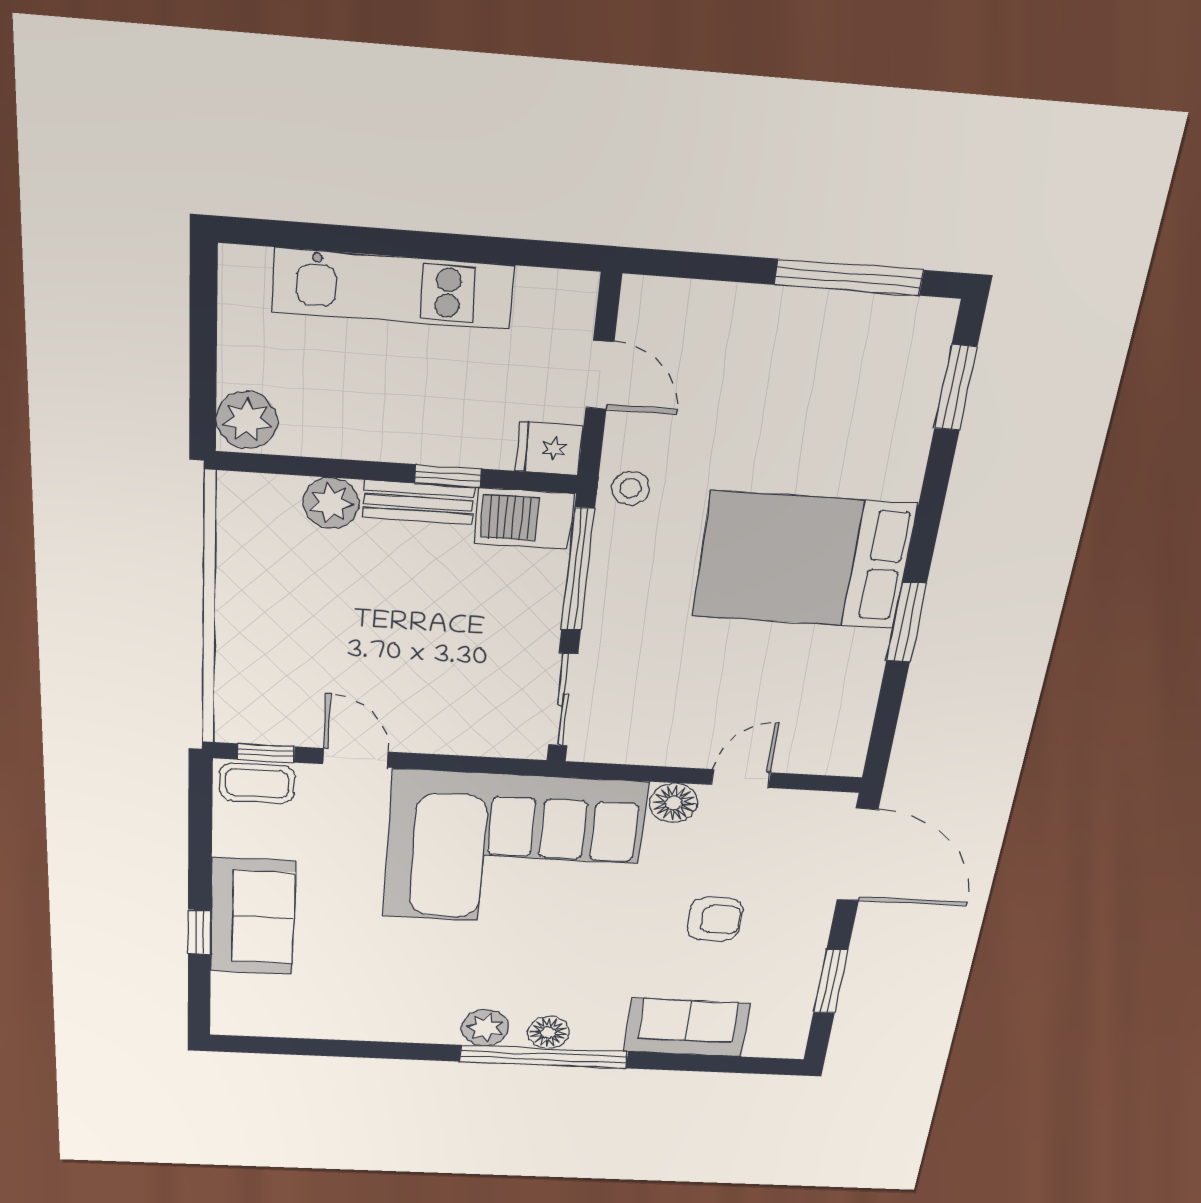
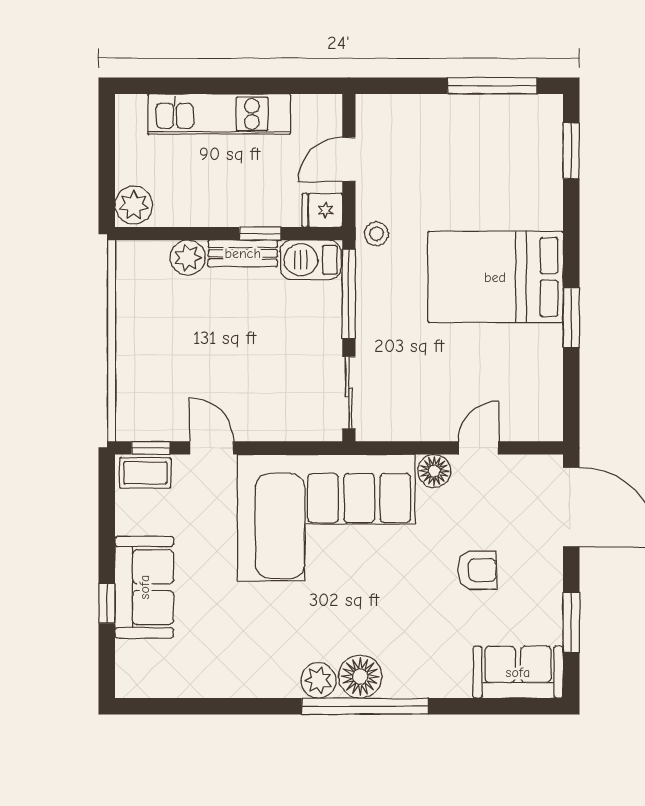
door: (600, 375) -> (349, 159), swing flipped
sofa: (687, 1028) -> (518, 672), moved
floor lamp: (548, 1032) -> (360, 677), width x1.38, depth x1.38

